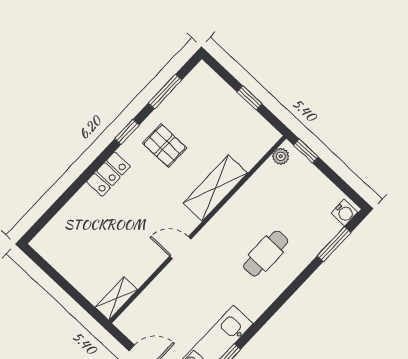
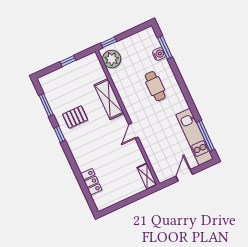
plant: (281, 156) -> (112, 59), width x1.87, depth x1.87
locker: (108, 174) -> (91, 182), moved
water cooler: (344, 213) -> (159, 54), moved

